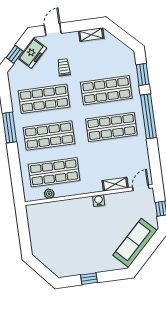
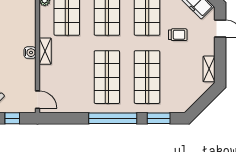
shelving: (115, 184) -> (45, 51), moved

